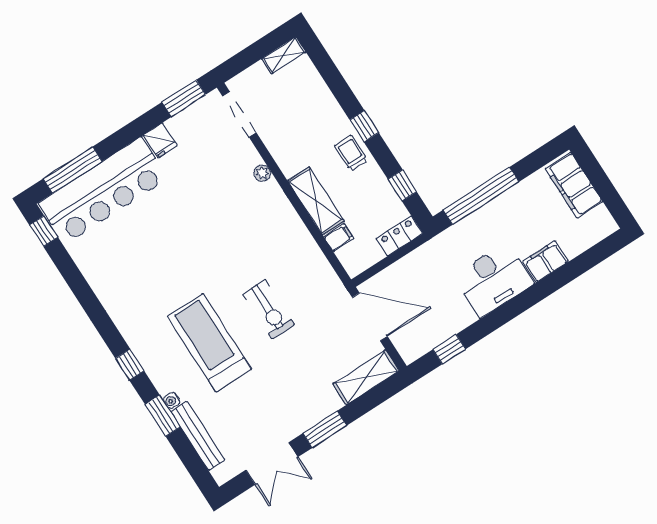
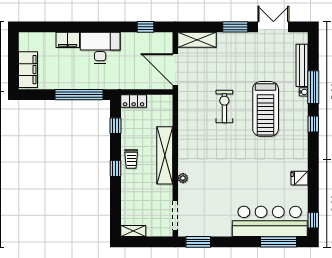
fridge: (160, 140) -> (300, 178), moved, turned -90
shelving: (316, 201) -> (165, 155), width x1.47
filing cabinet: (339, 238) -> (165, 120), removed
window: (163, 416) -> (313, 87), width x1.44

